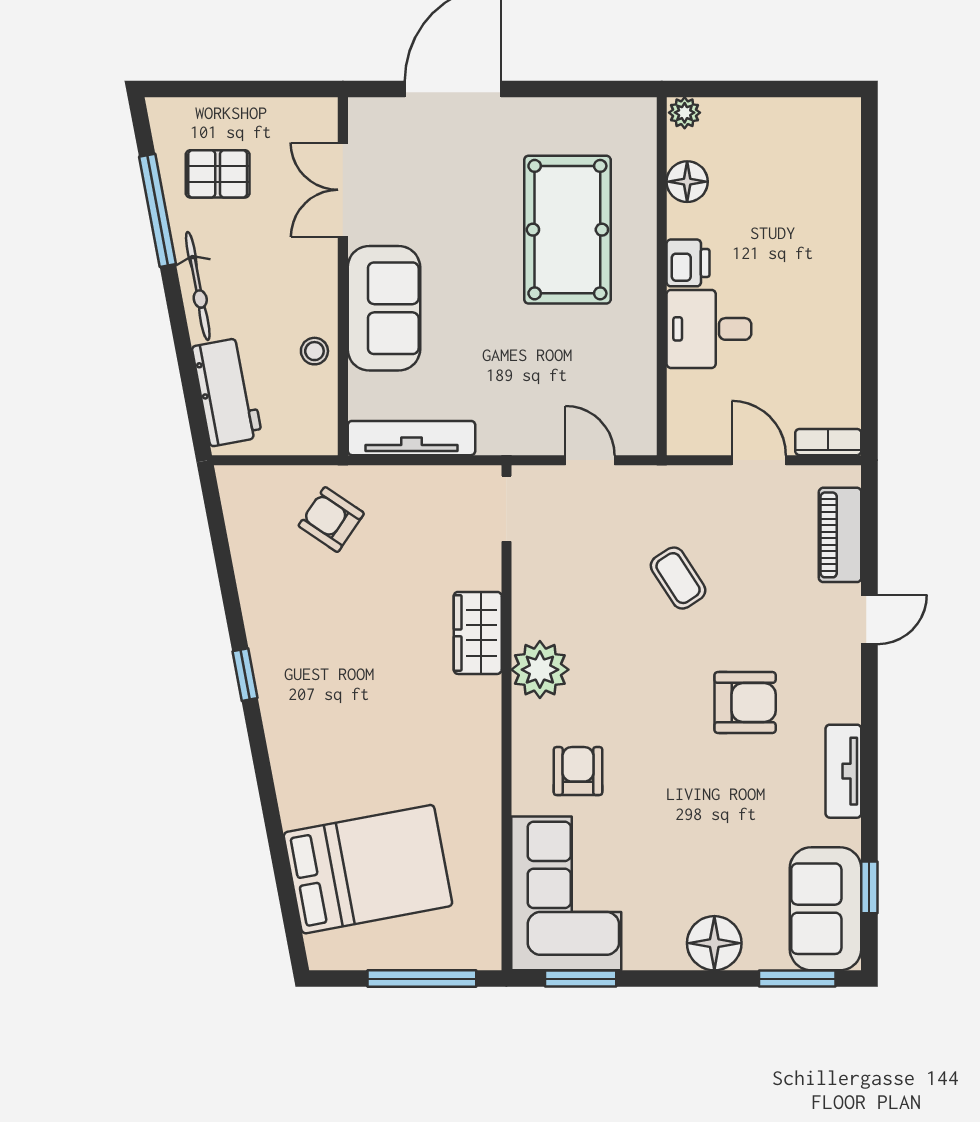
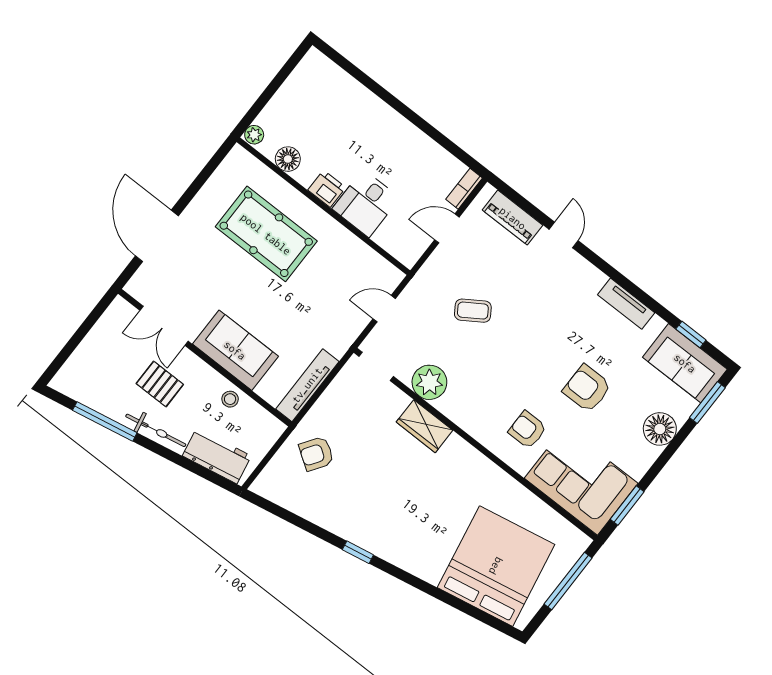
pallet: (218, 174) -> (160, 384), moved, turned 90
plant: (540, 670) -> (429, 382), moved
armchair: (745, 702) -> (587, 388), moved, turned -90
bed: (368, 869) -> (496, 566), width x1.36

